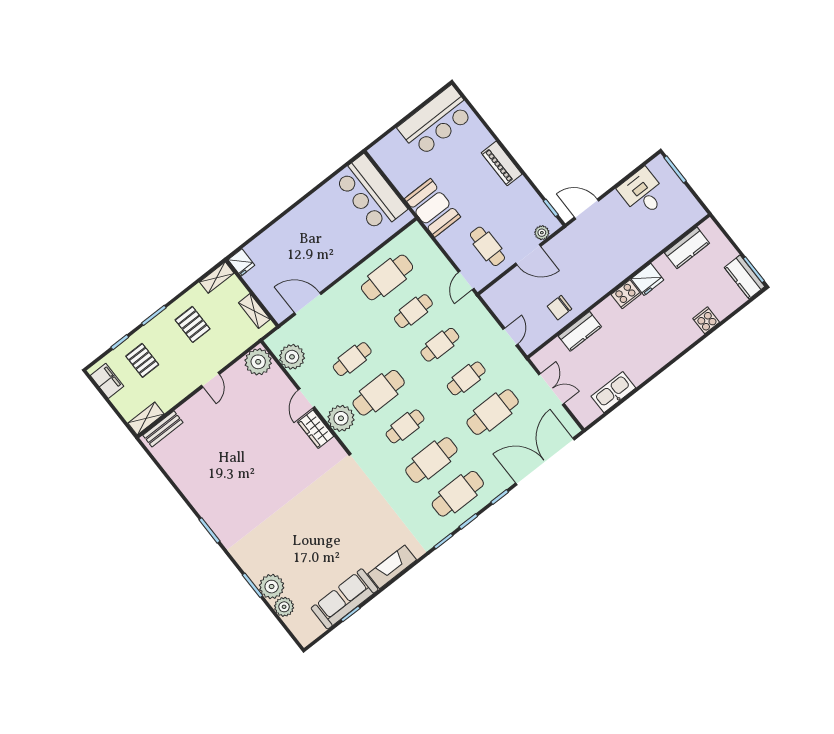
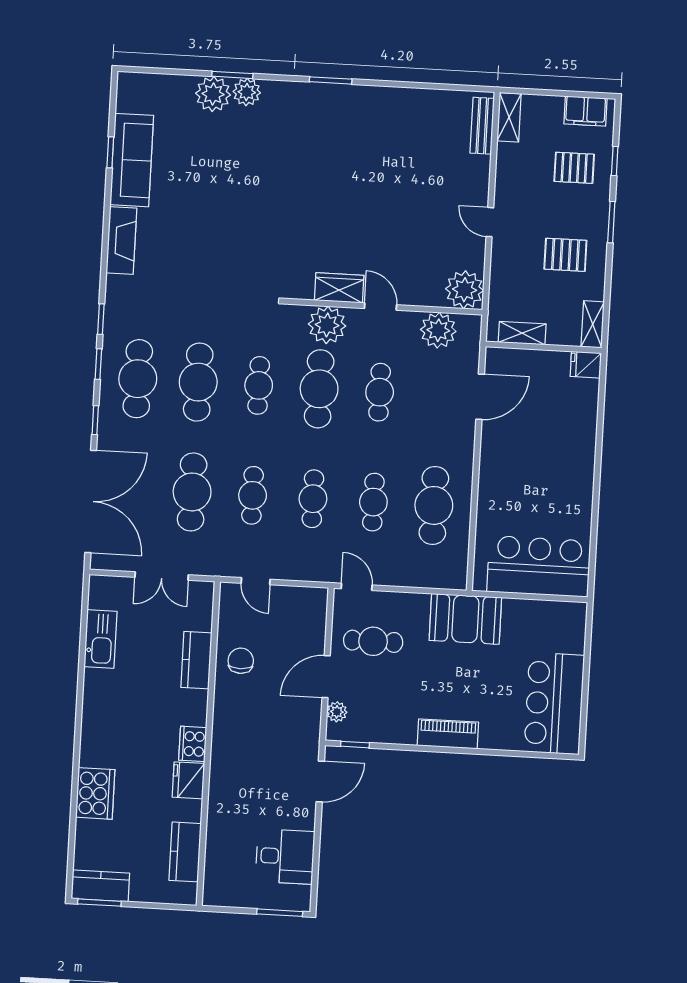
cooker: (706, 320) -> (95, 793), width x1.87, depth x1.31
plant: (284, 607) -> (247, 92), moved

